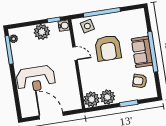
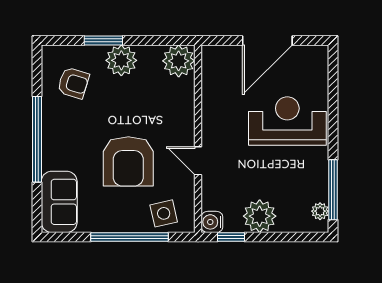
armchair: (108, 48) -> (128, 161), turned 180
sofa: (142, 52) -> (59, 202), moved
plant: (107, 97) -> (121, 60), moved
door: (51, 116) -> (267, 40), hinge flipped

